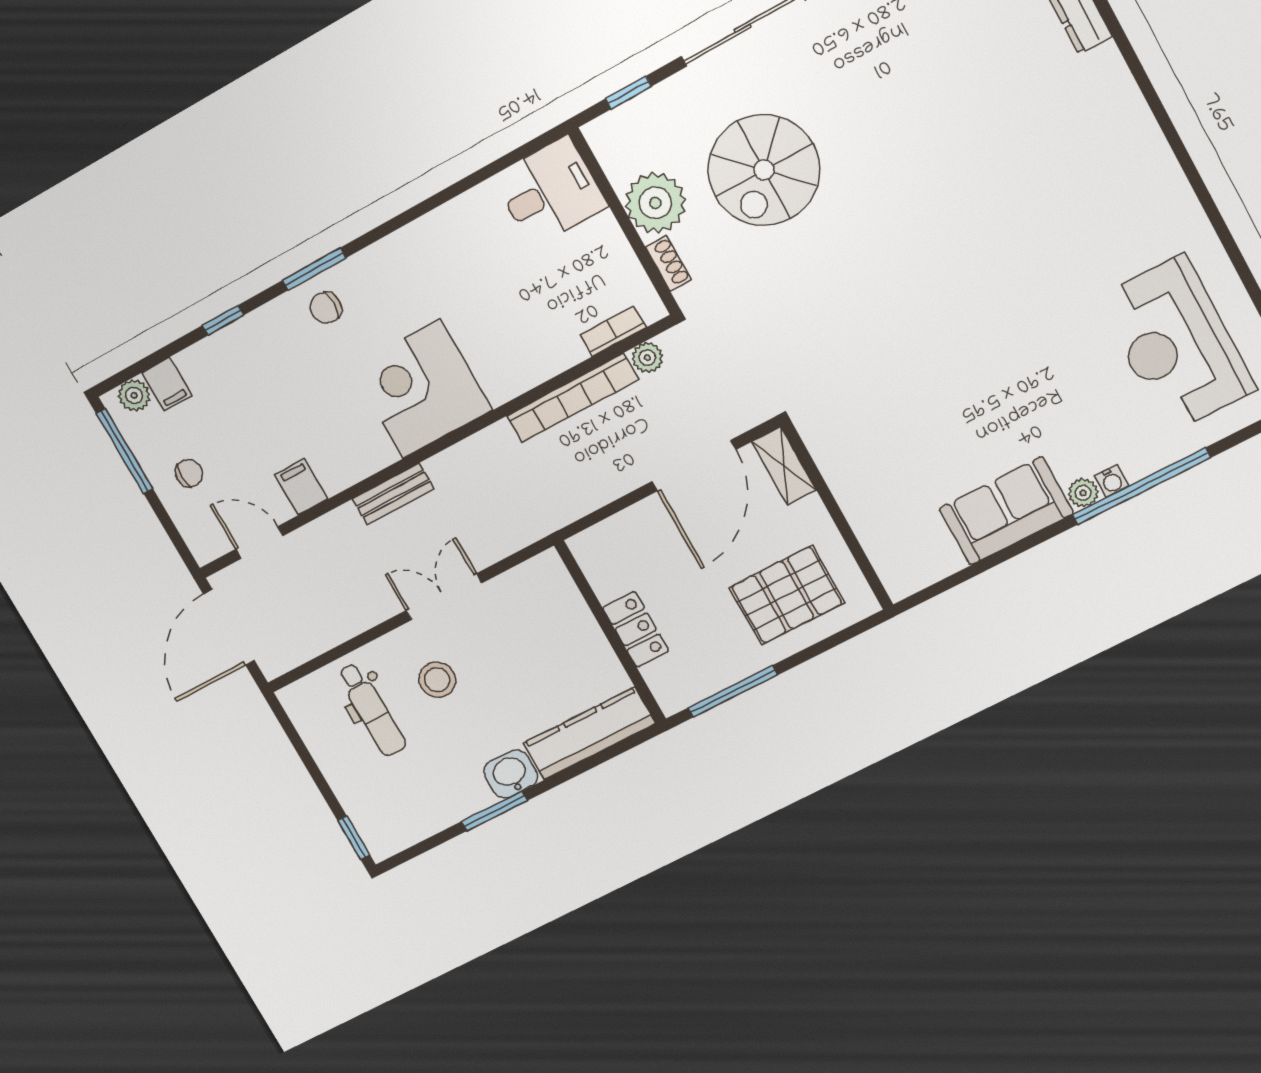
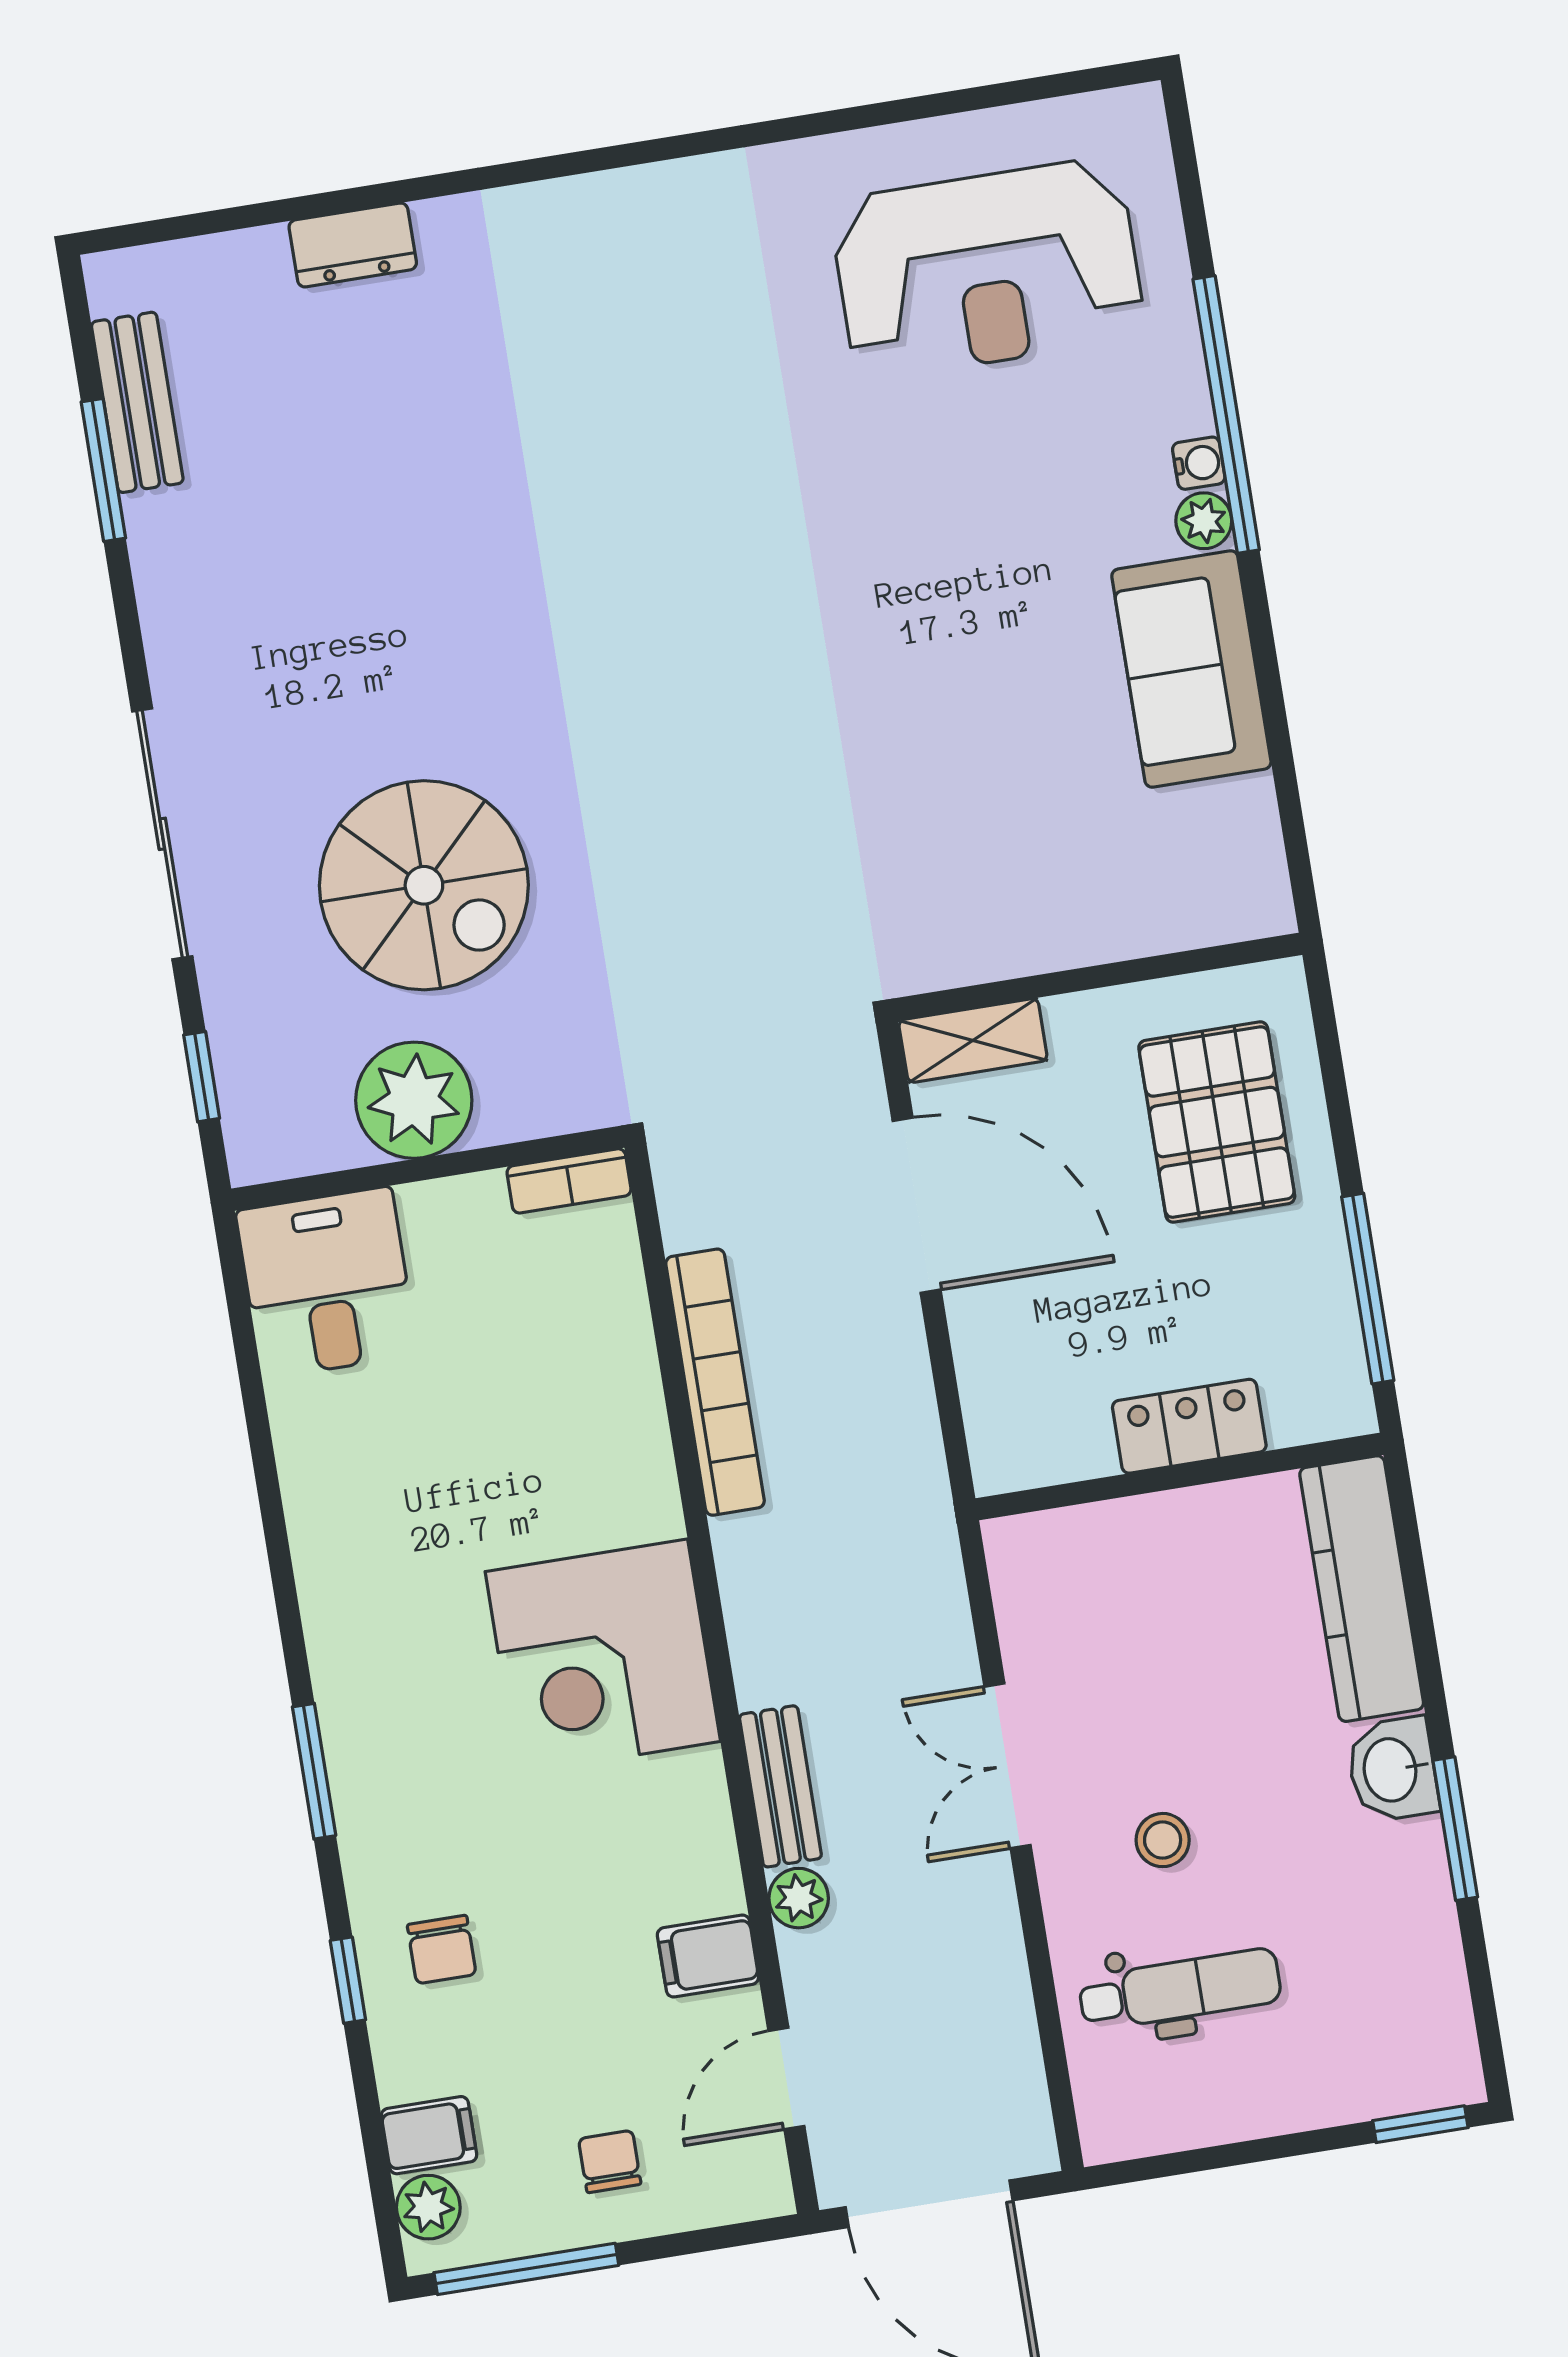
shoe rack: (668, 263) -> (531, 1116), removed
chair: (326, 308) -> (442, 1949), moved
bookcase: (613, 331) -> (569, 1181), moved, turned -90
plant: (647, 358) -> (799, 1898), moved
stool: (437, 680) -> (1163, 1840), width x0.73, depth x0.73

